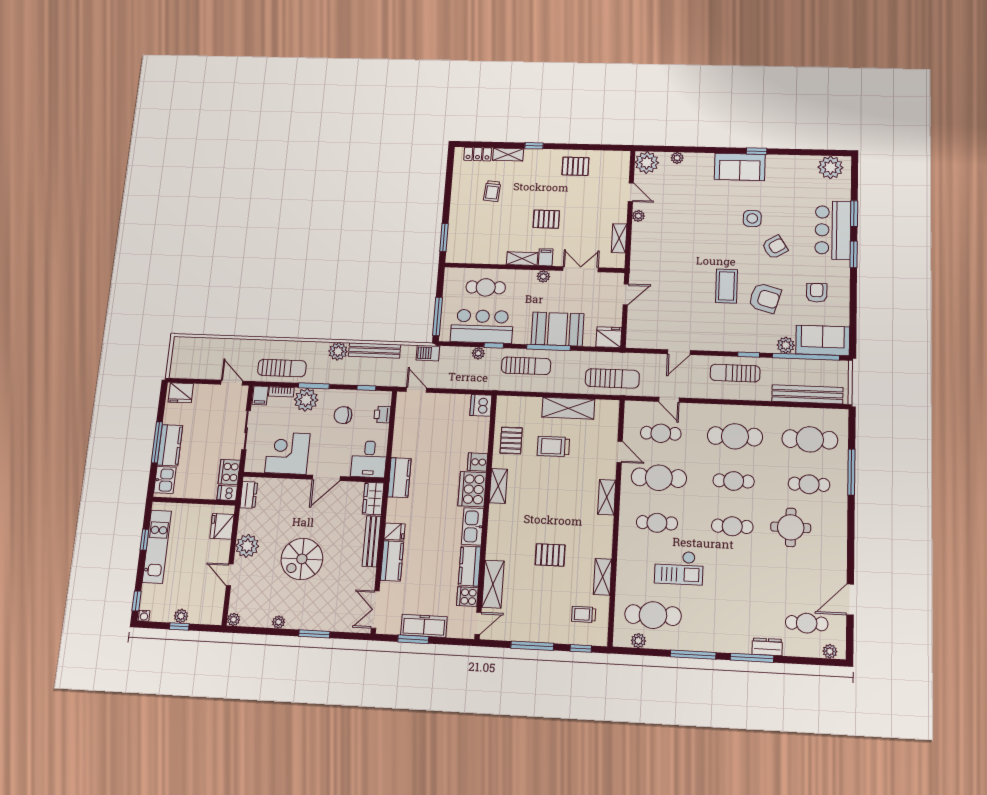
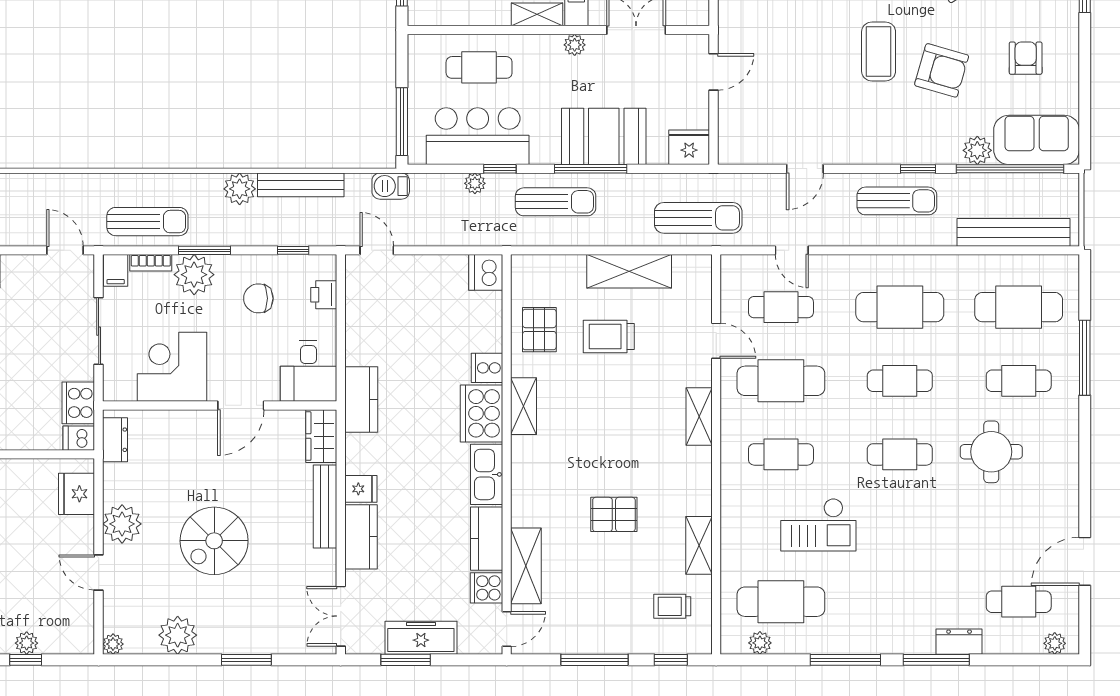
sun lounger: (735, 373) -> (897, 201), turned 180
plant: (279, 622) -> (178, 635), width x1.88, depth x1.88

